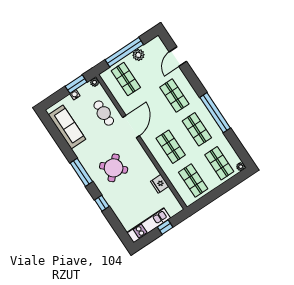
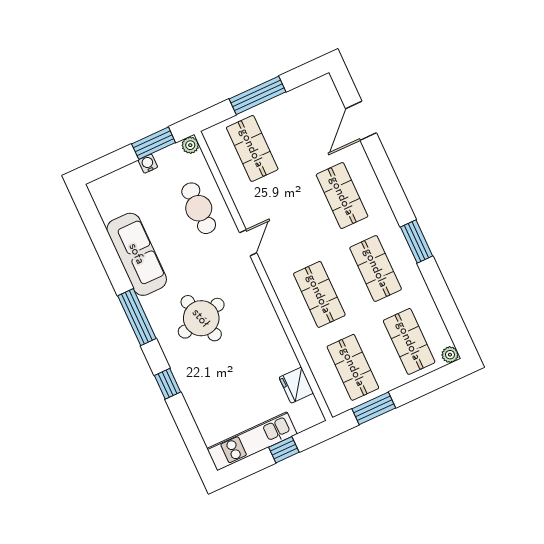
window: (124, 52) -> (258, 95), width x0.68
plant: (138, 55) -> (284, 105), removed
window: (215, 113) -> (417, 242), width x0.47
door: (131, 126) -> (248, 243), width x0.53
sofa: (67, 127) -> (137, 254), moved
round table: (114, 168) -> (201, 318), turned 31
fridge: (160, 184) -> (296, 385), moved
window: (207, 199) -> (374, 408), added

